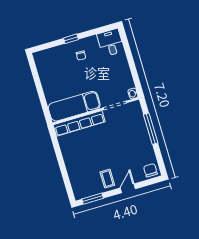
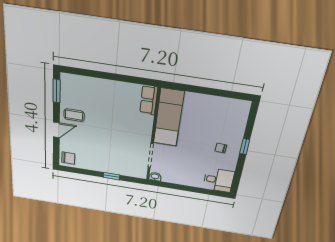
row of seats: (79, 123) -> (149, 100), width x0.50
window: (151, 129) -> (111, 176), width x0.46
door: (128, 188) -> (56, 130), hinge flipped

